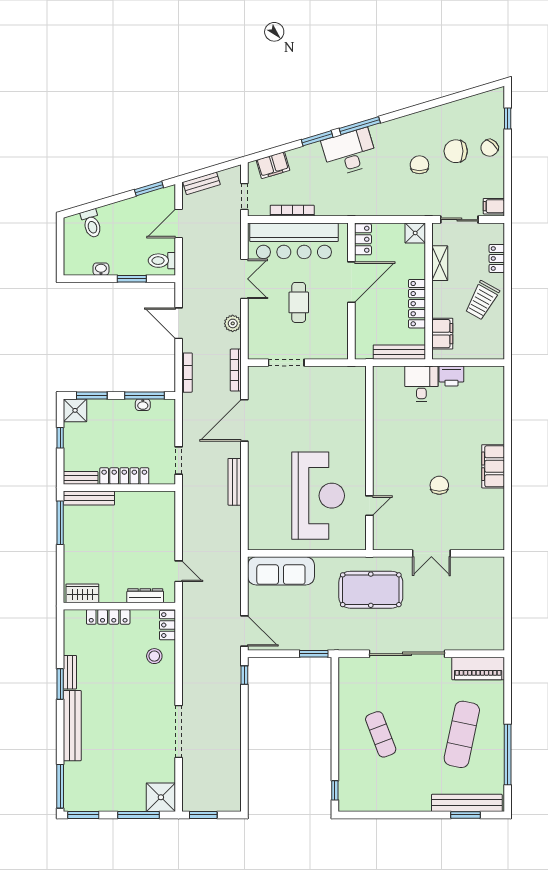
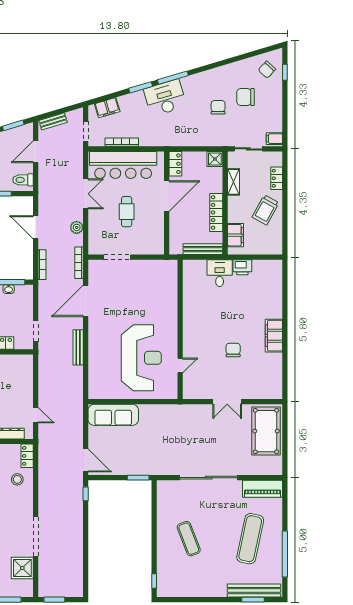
chair: (490, 148) -> (267, 70), moved
pool table: (371, 590) -> (266, 431), moved, turned 90
shower: (161, 797) -> (22, 568), moved

